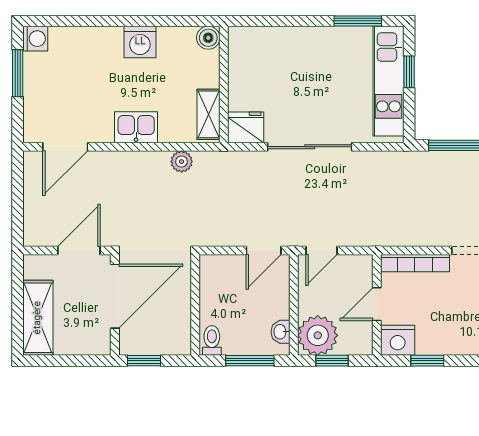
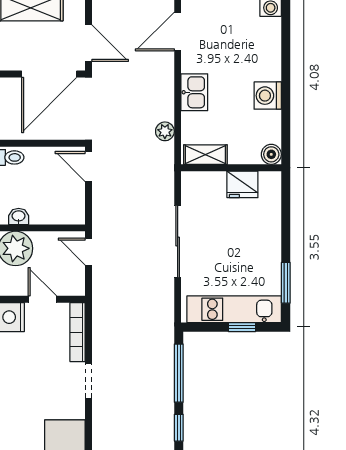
fridge: (246, 127) -> (242, 184), moved, turned 90
door: (65, 147) -> (178, 31), hinge flipped
door: (264, 250) -> (88, 167), moved
door: (115, 296) -> (49, 74), hinge flipped

